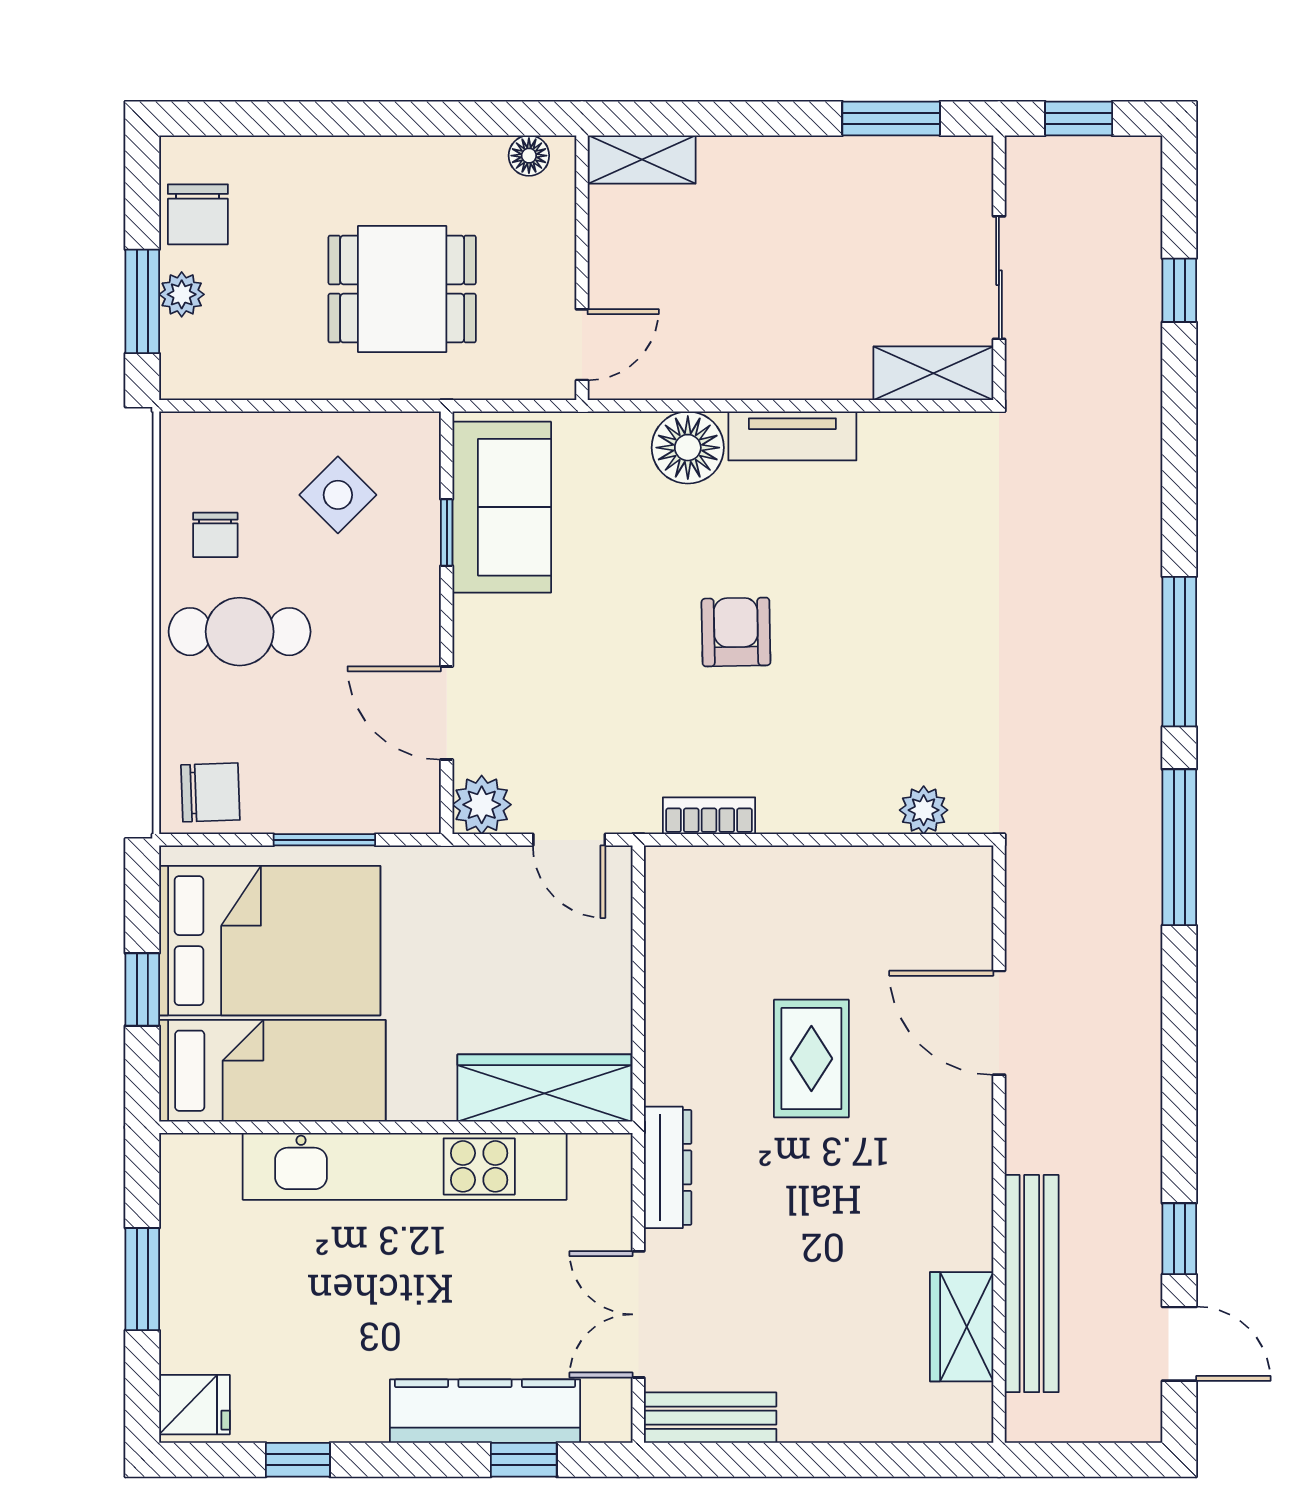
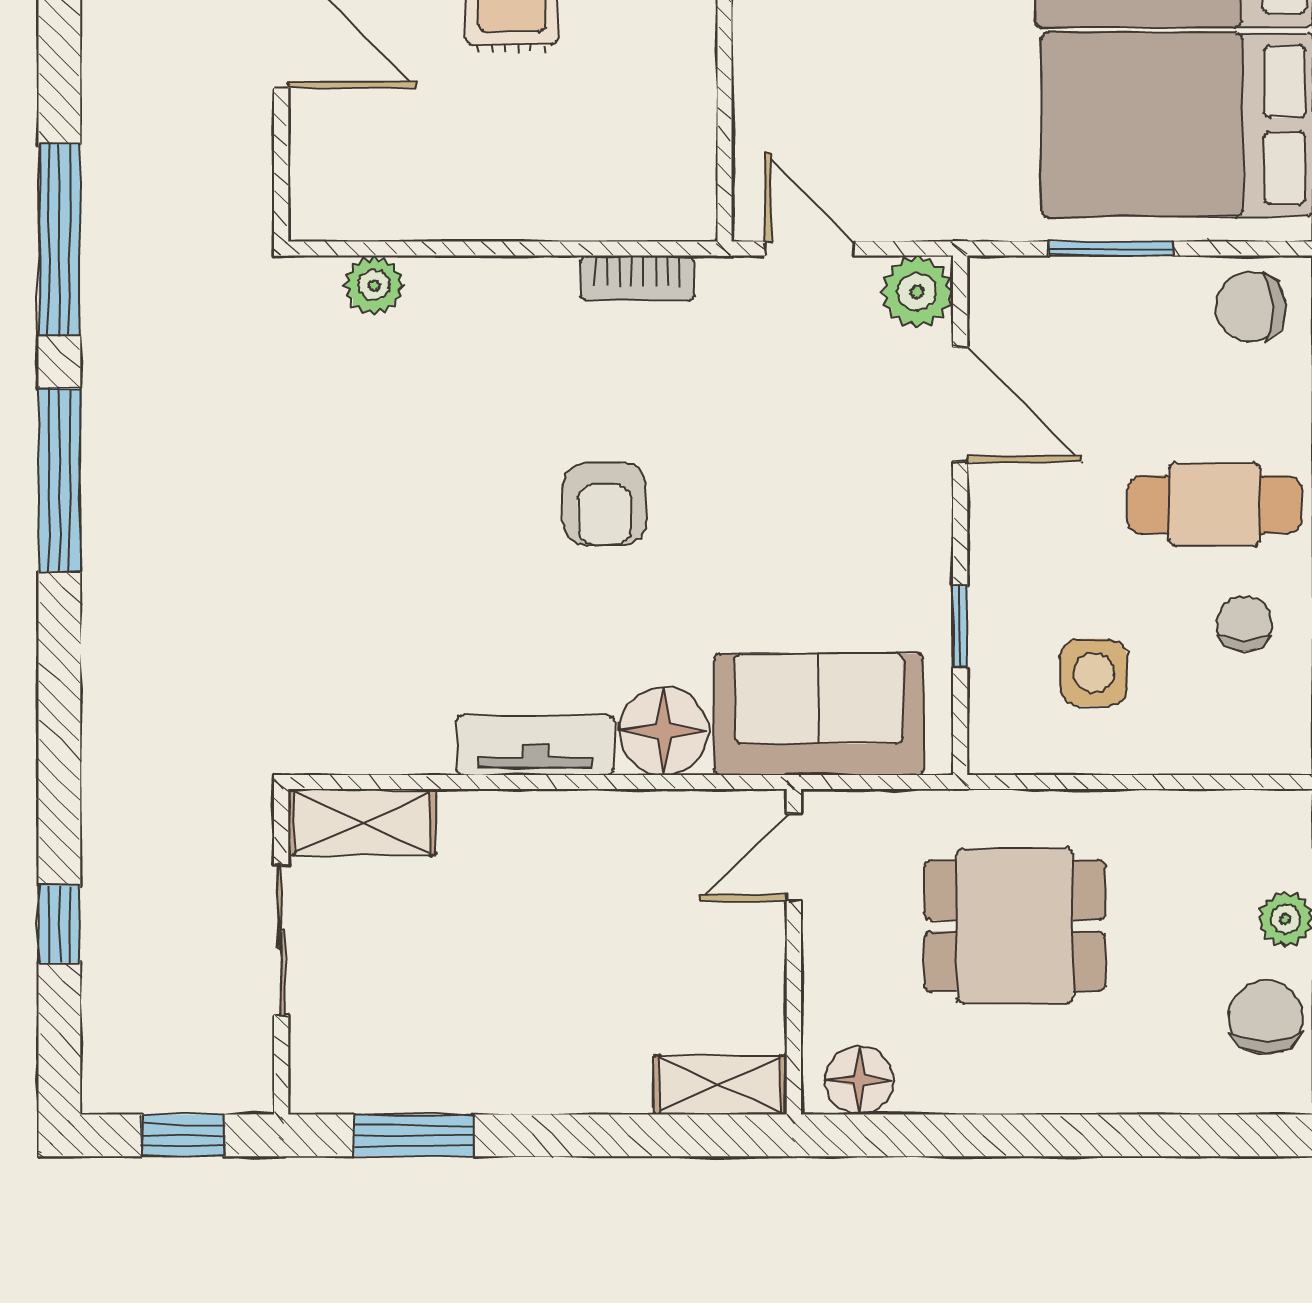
floor lamp: (529, 156) -> (859, 1080), width x1.37, depth x1.37
side table: (338, 495) -> (1094, 673), turned 45
sofa: (502, 507) -> (819, 714), moved, turned 90

